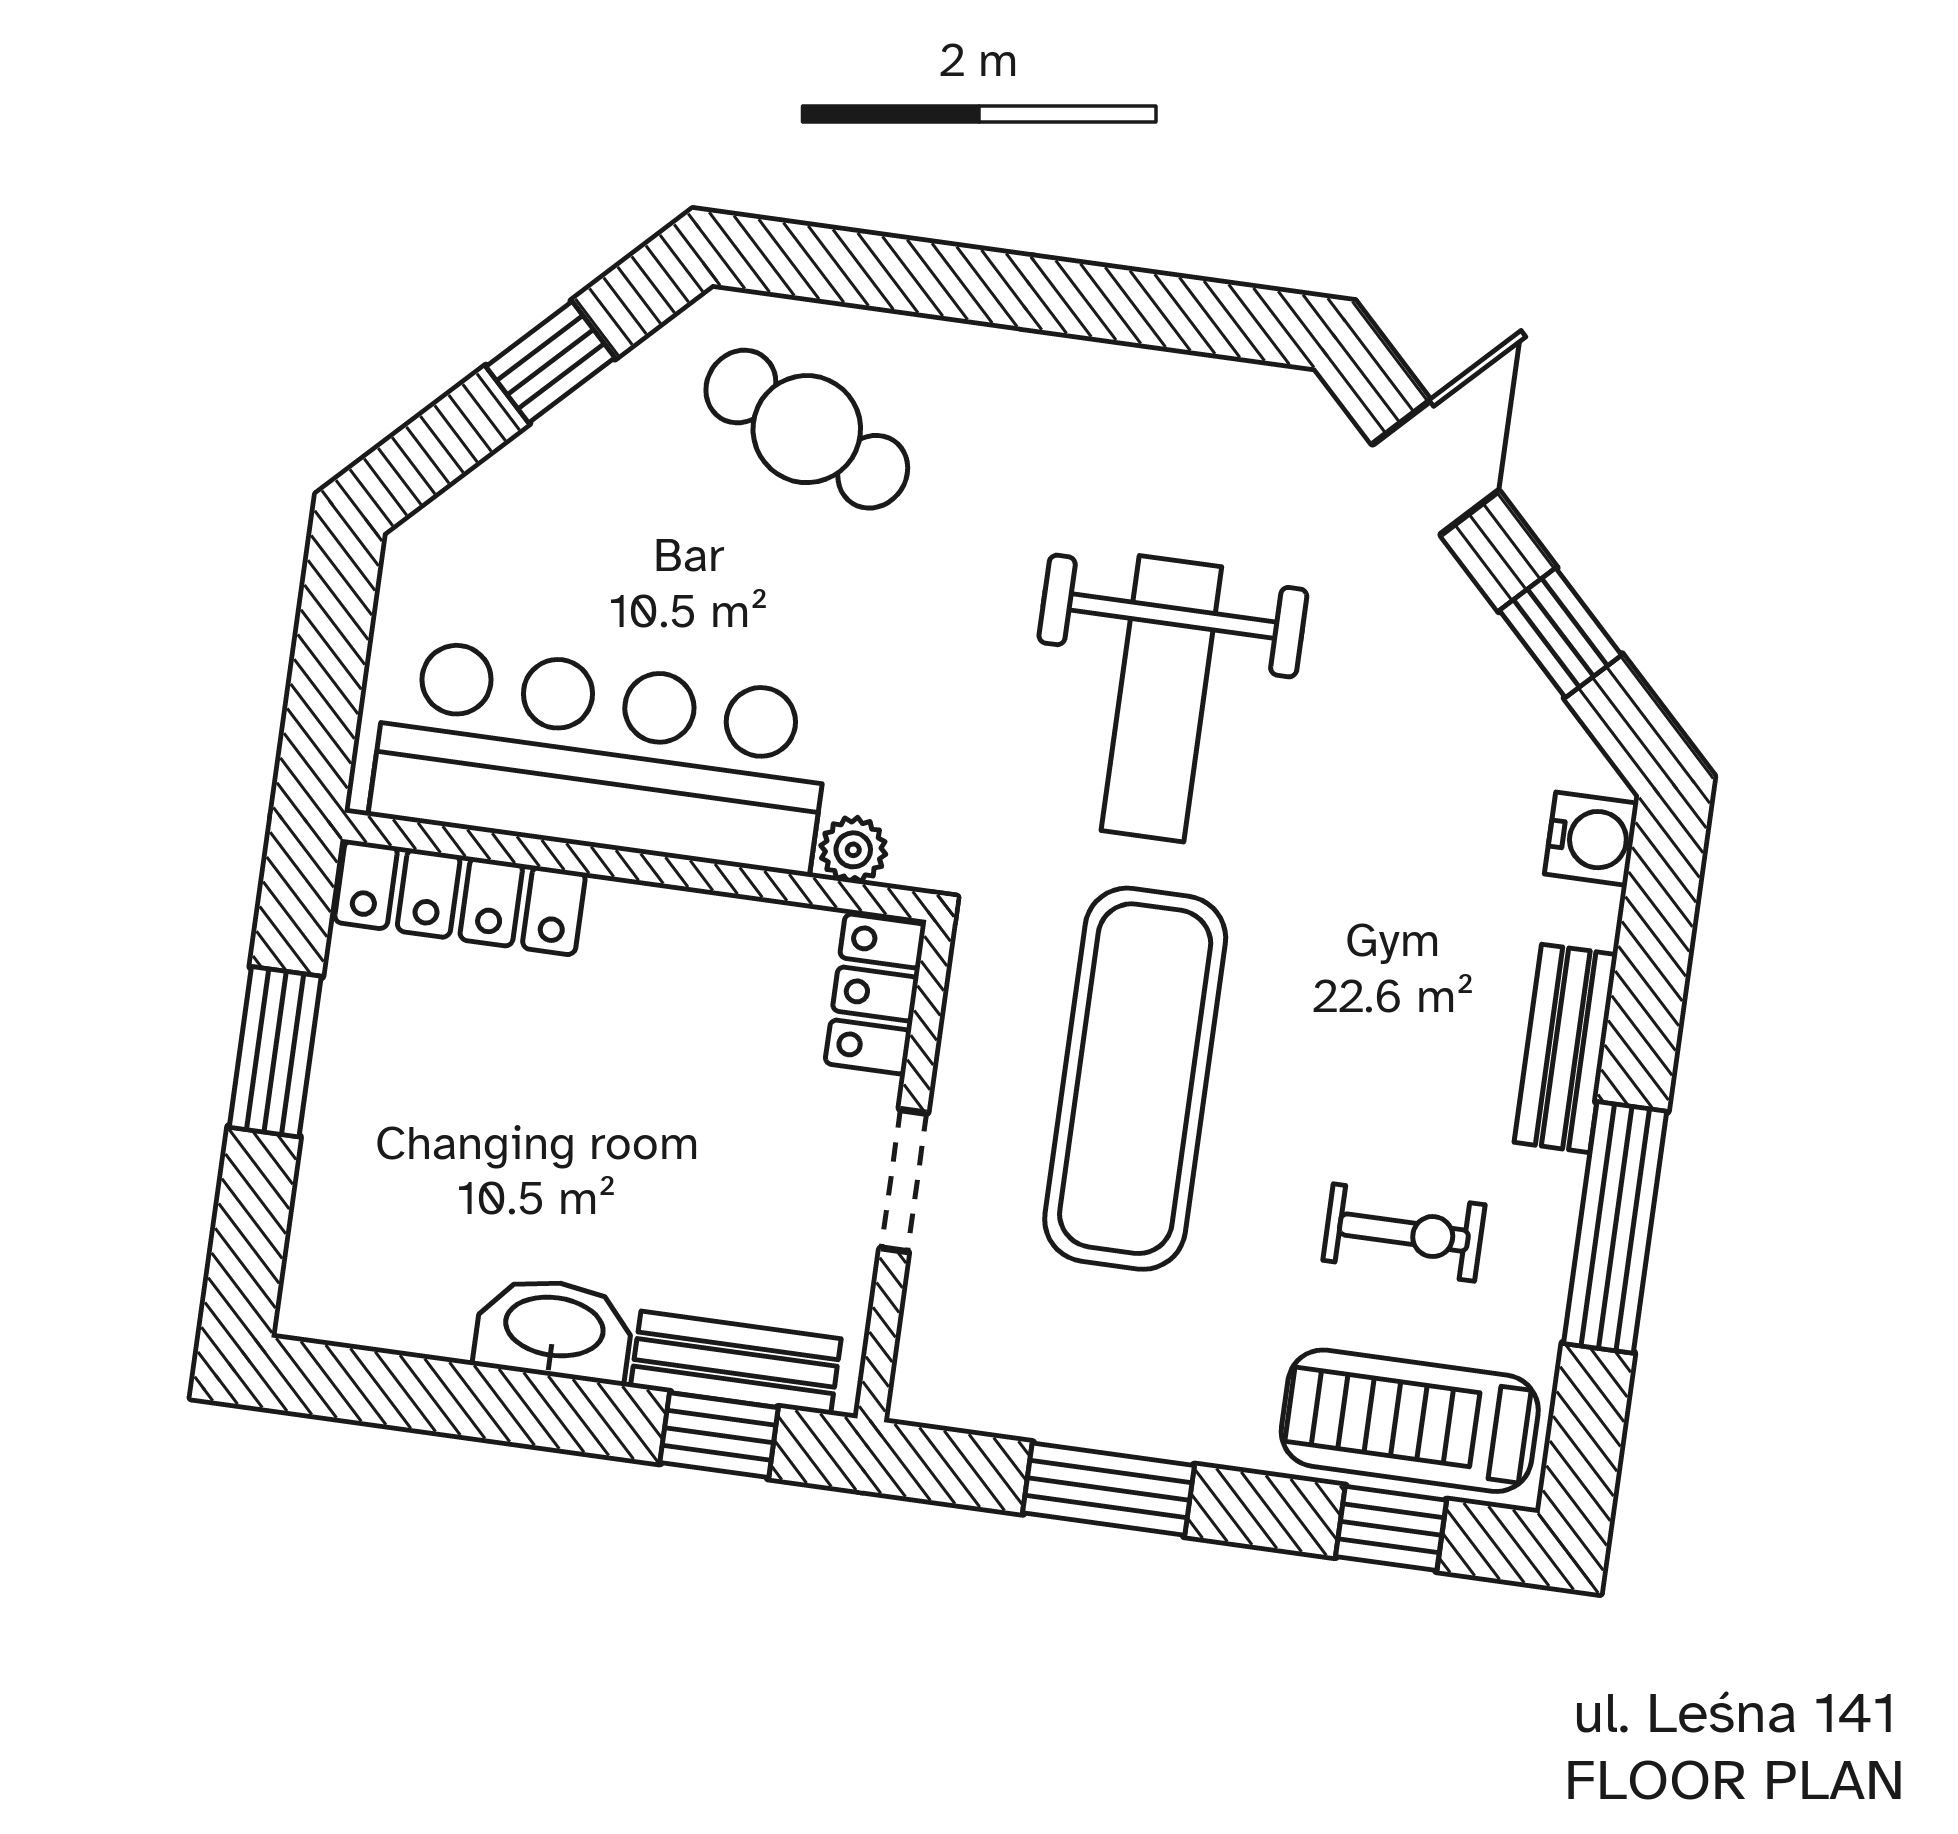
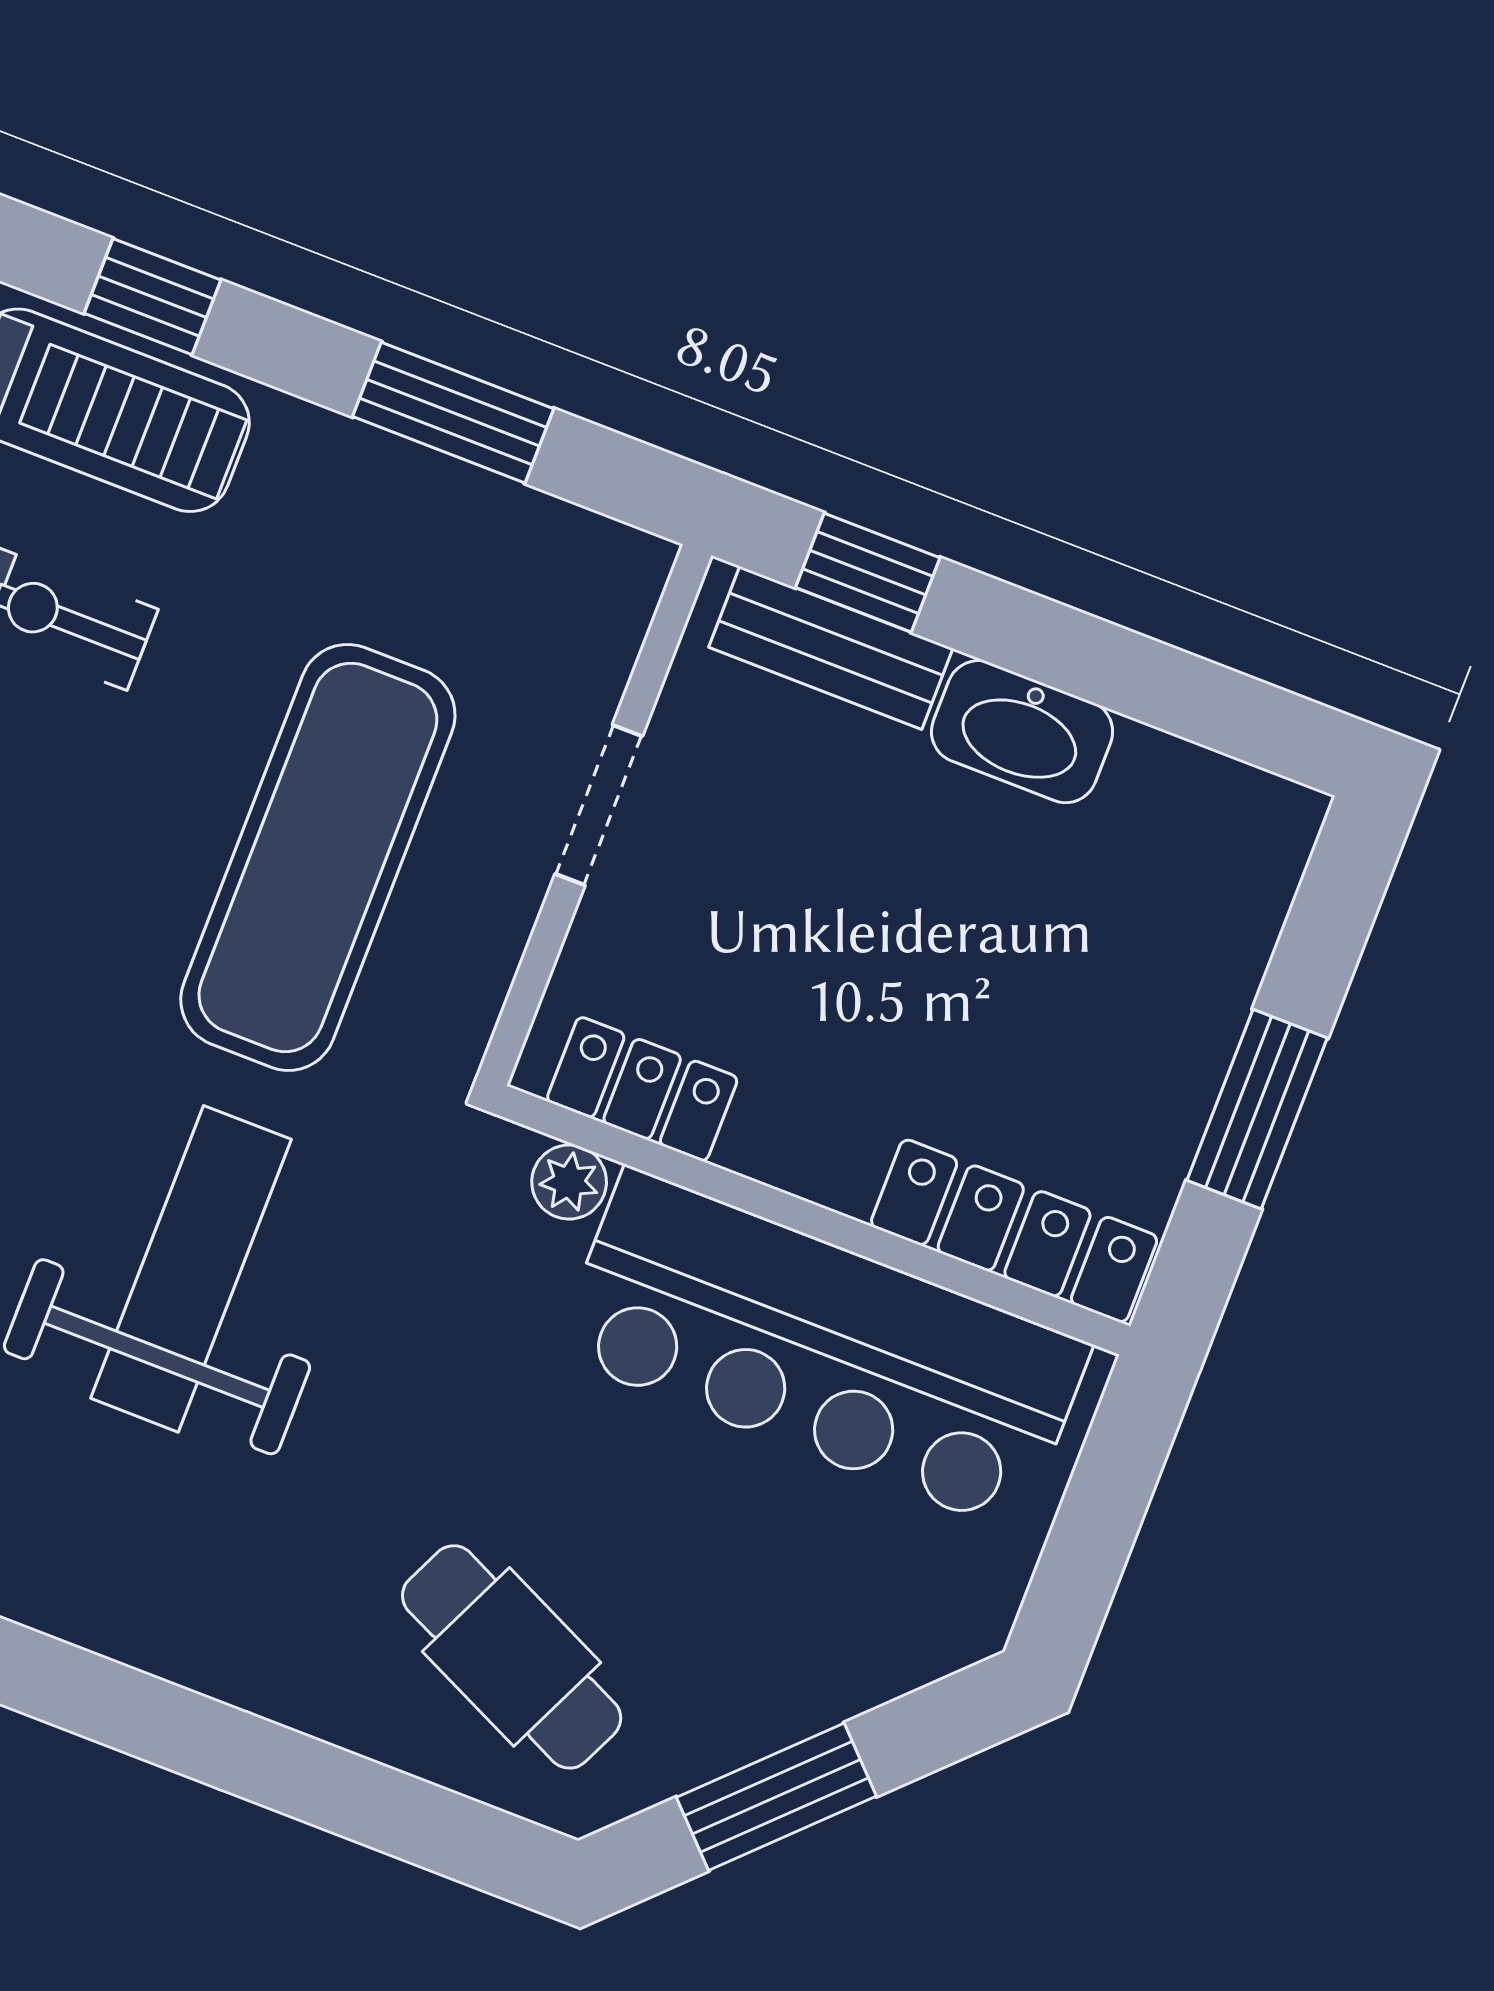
window: (550, 362) -> (776, 1797), width x1.50
locker: (875, 994) -> (642, 1089), moved, turned -90

